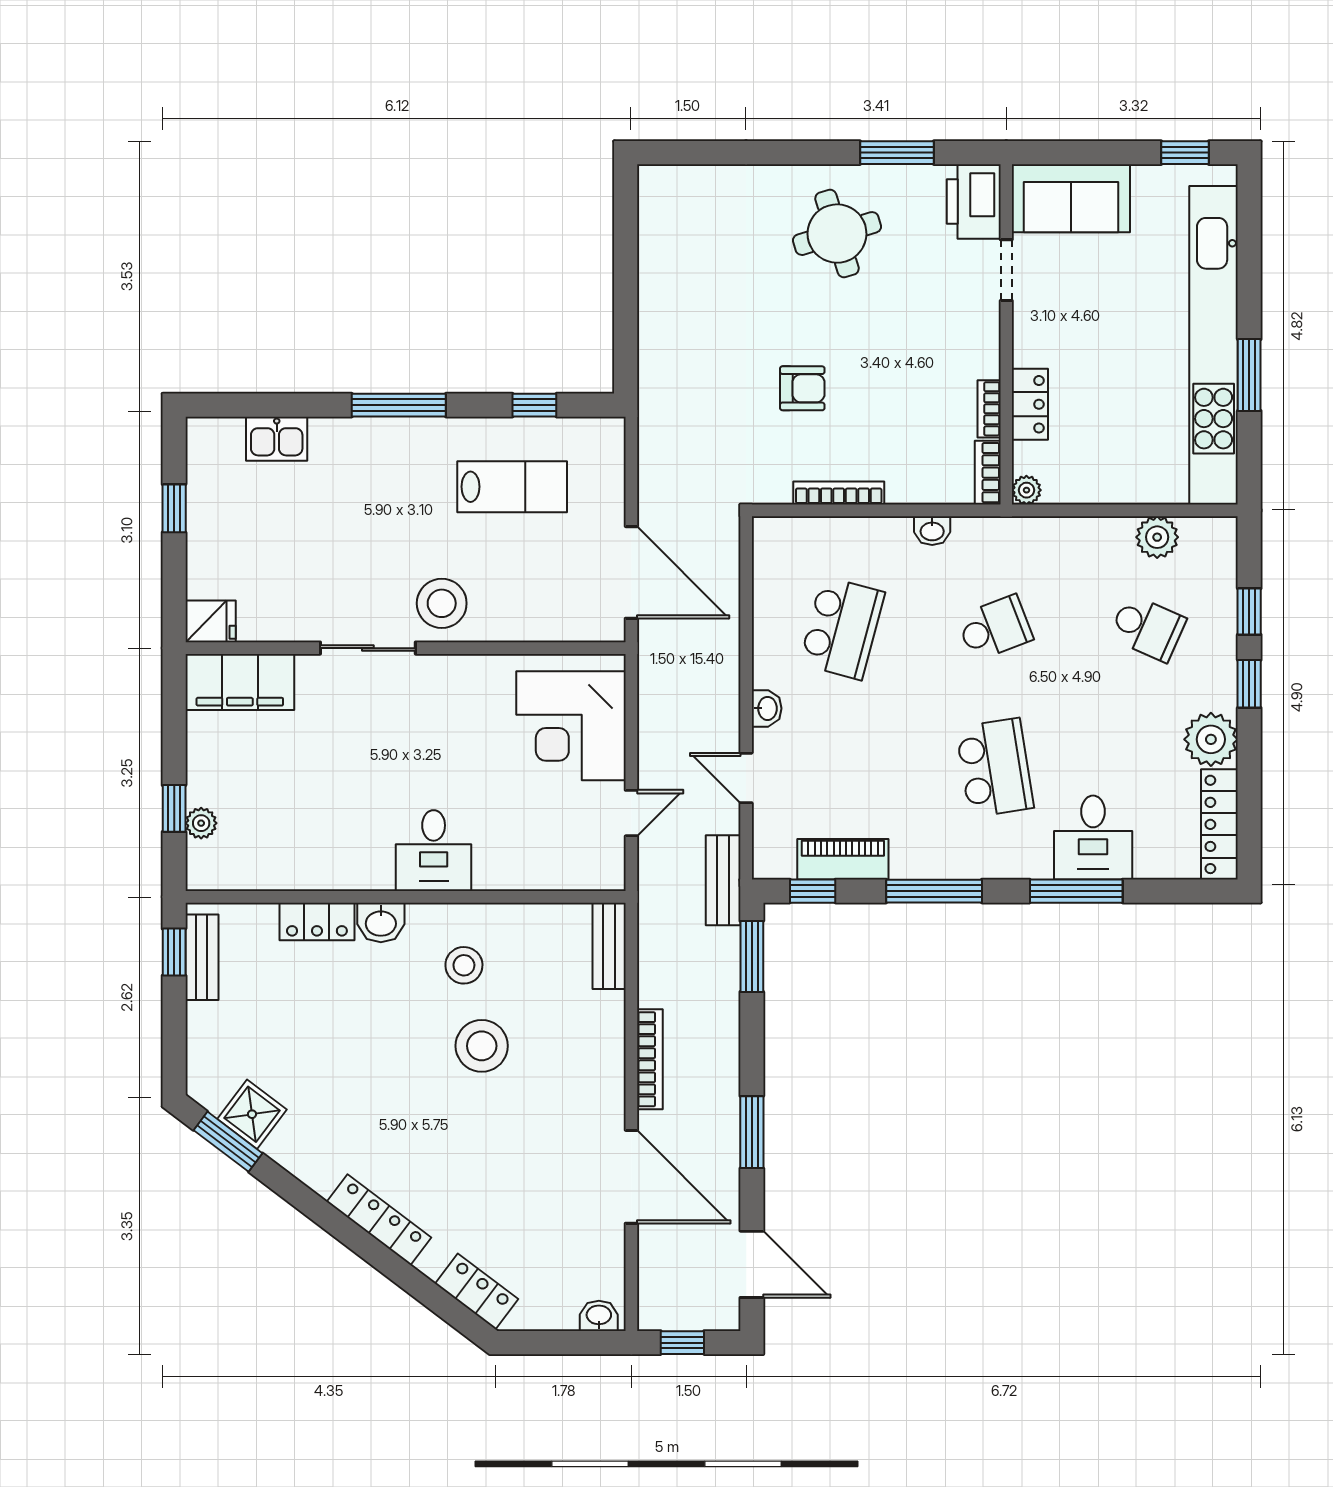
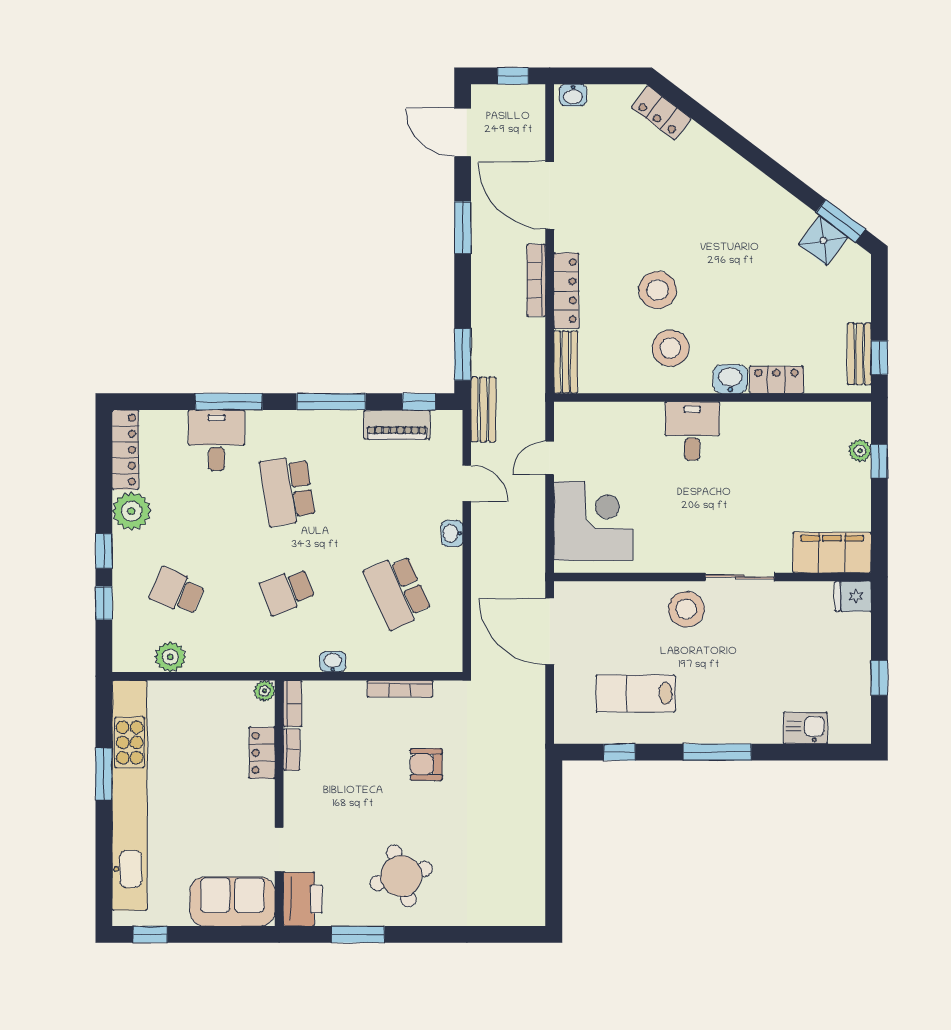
school desk: (842, 628) -> (398, 591), turned -39
stool: (464, 965) -> (670, 348), width x1.38, depth x1.38
locker: (379, 1220) -> (566, 291), moved, turned -127

